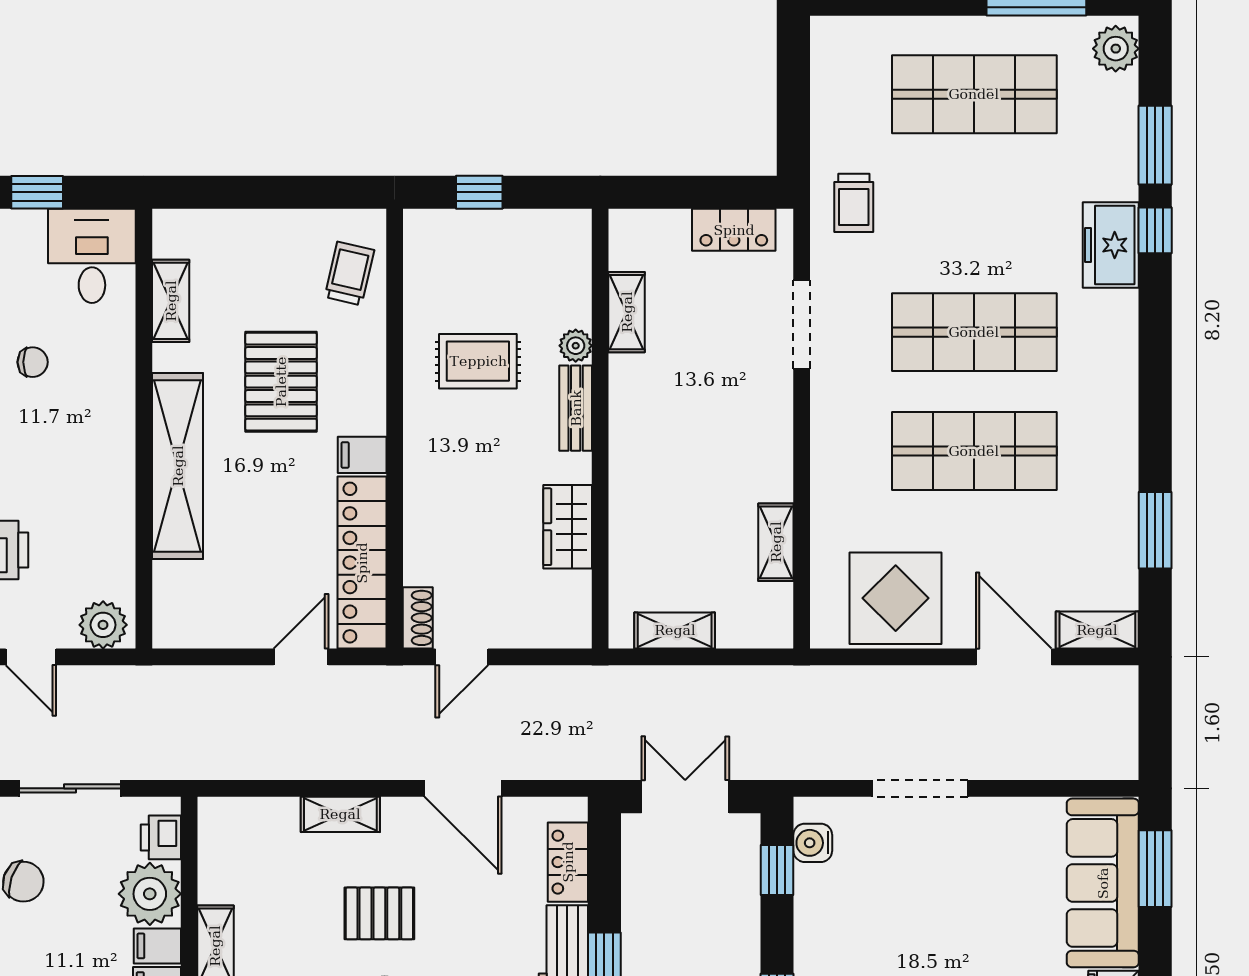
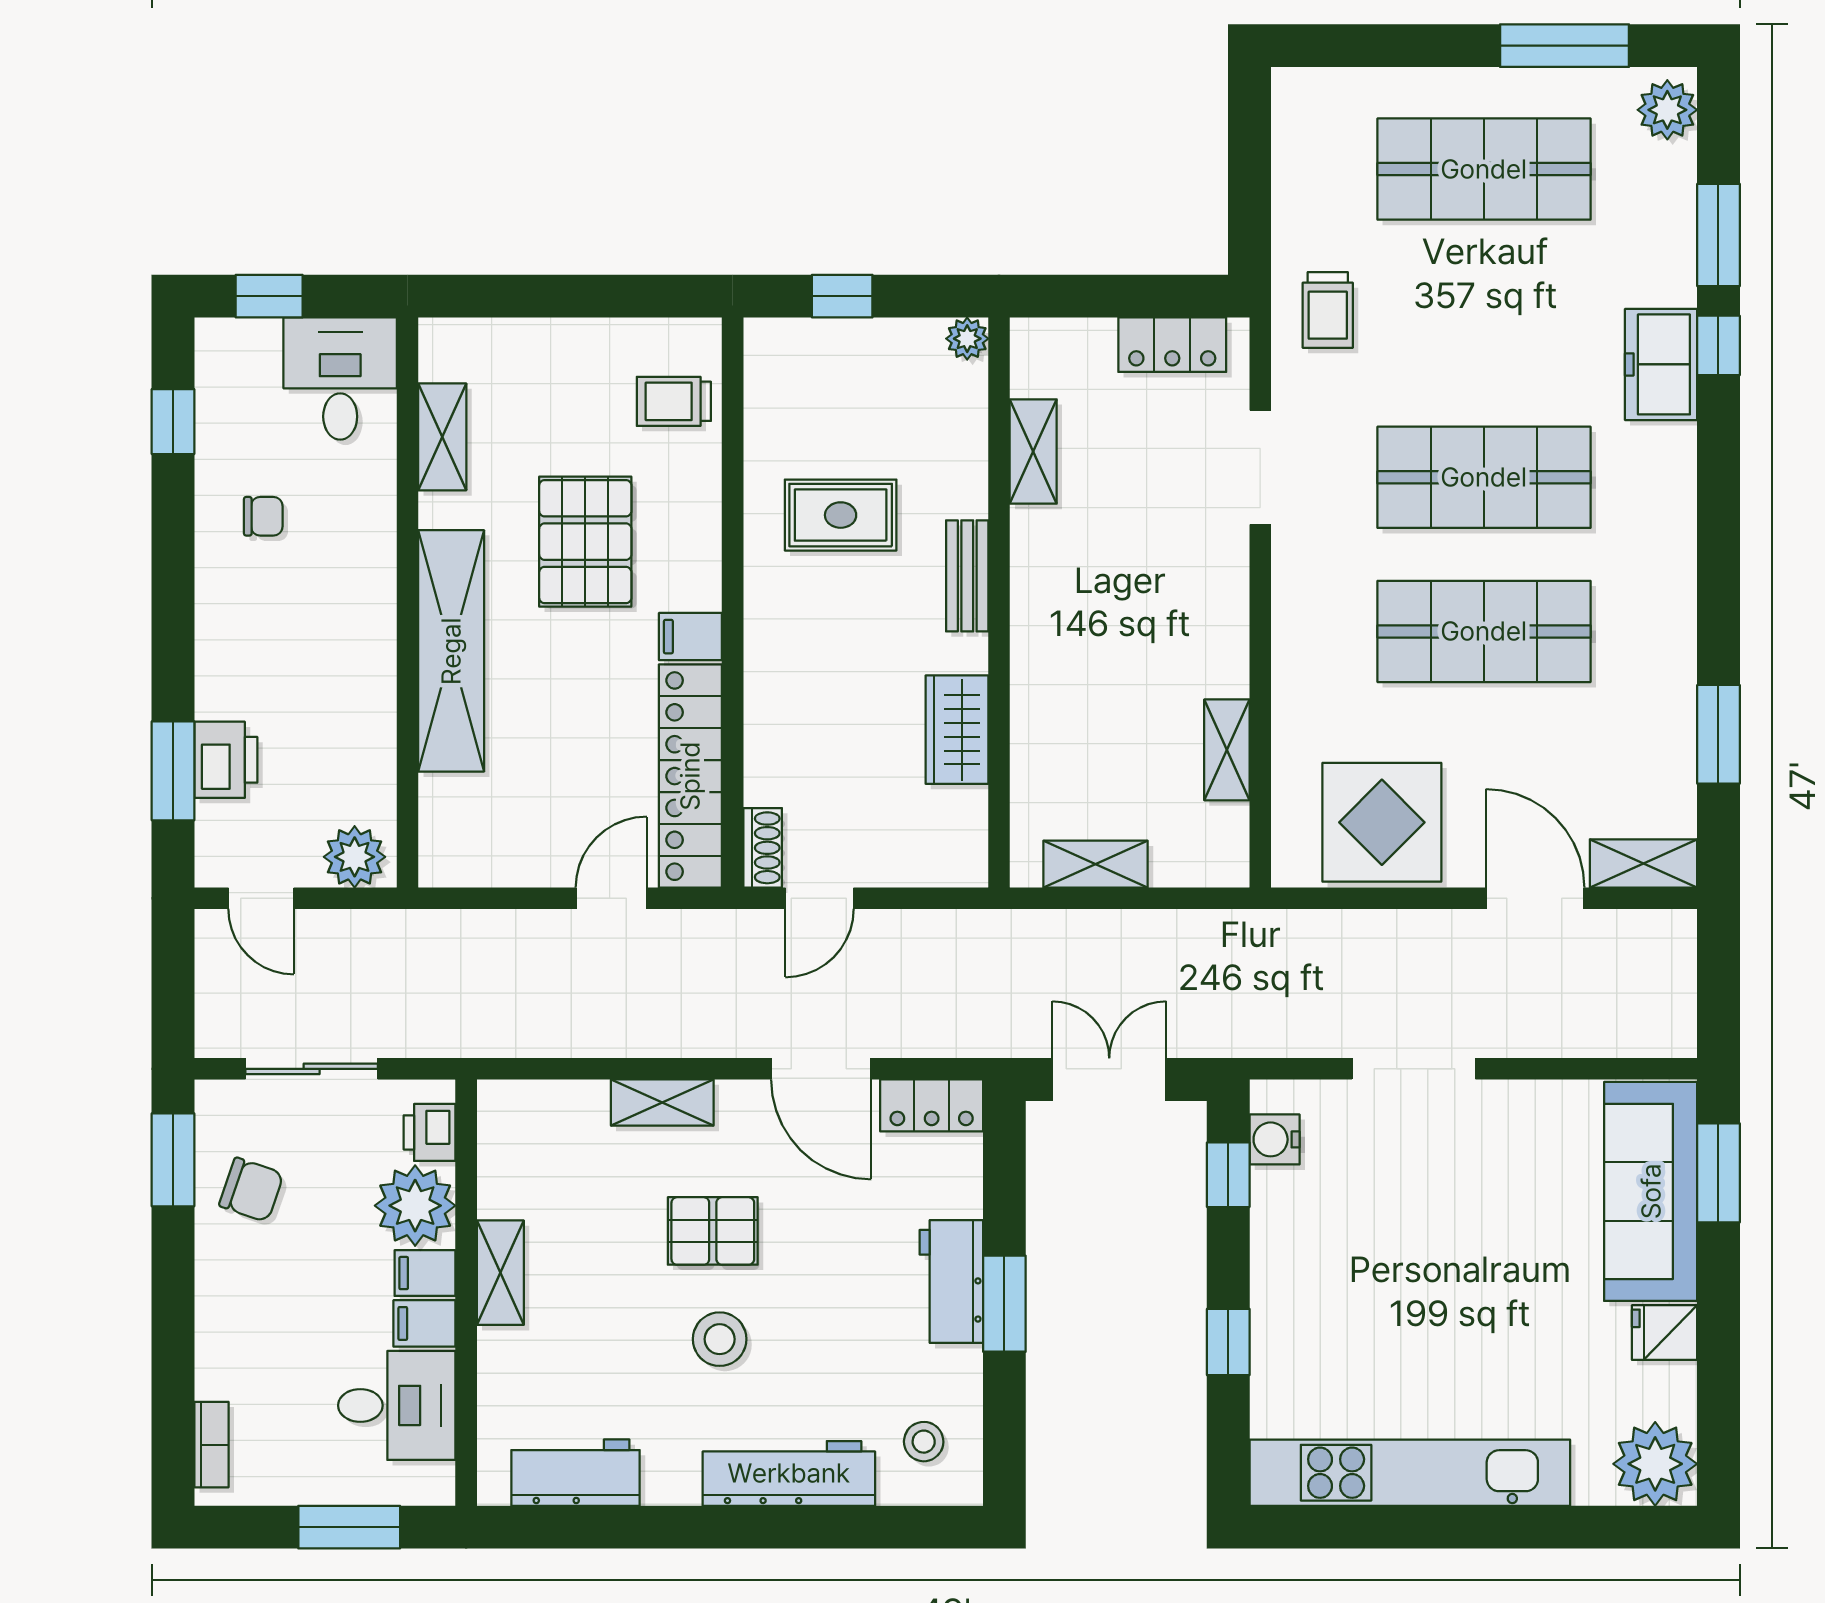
trolley: (349, 273) -> (674, 401), turned -103
plant: (576, 346) -> (967, 339), moved
locker: (568, 862) -> (932, 1105), moved, turned -90

